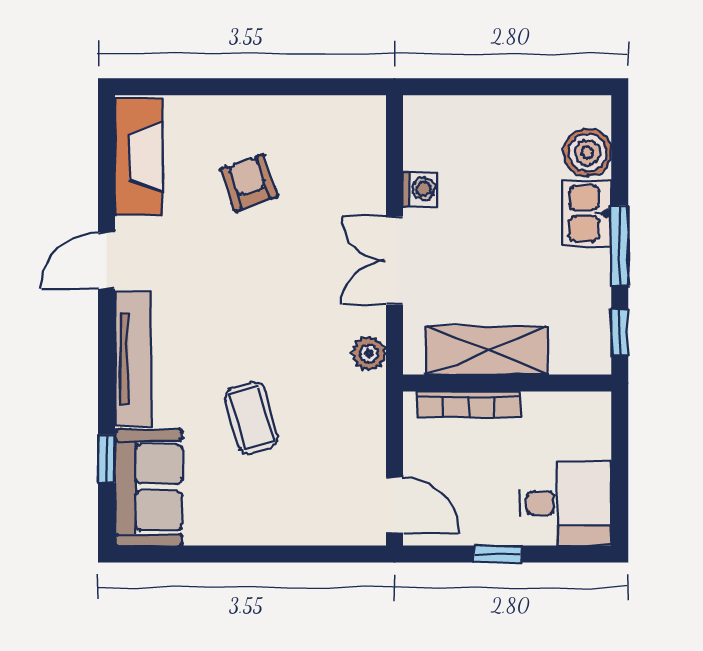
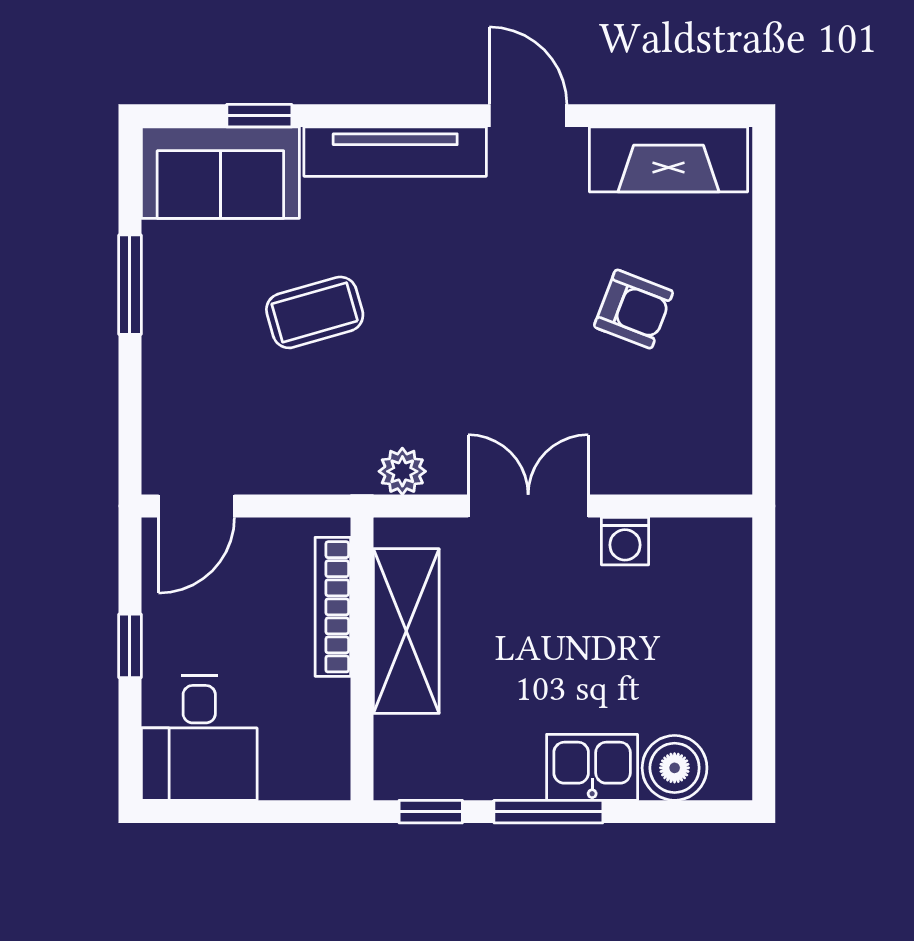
armchair: (249, 183) -> (633, 309), turned 40
window: (231, 554) -> (130, 285), added

